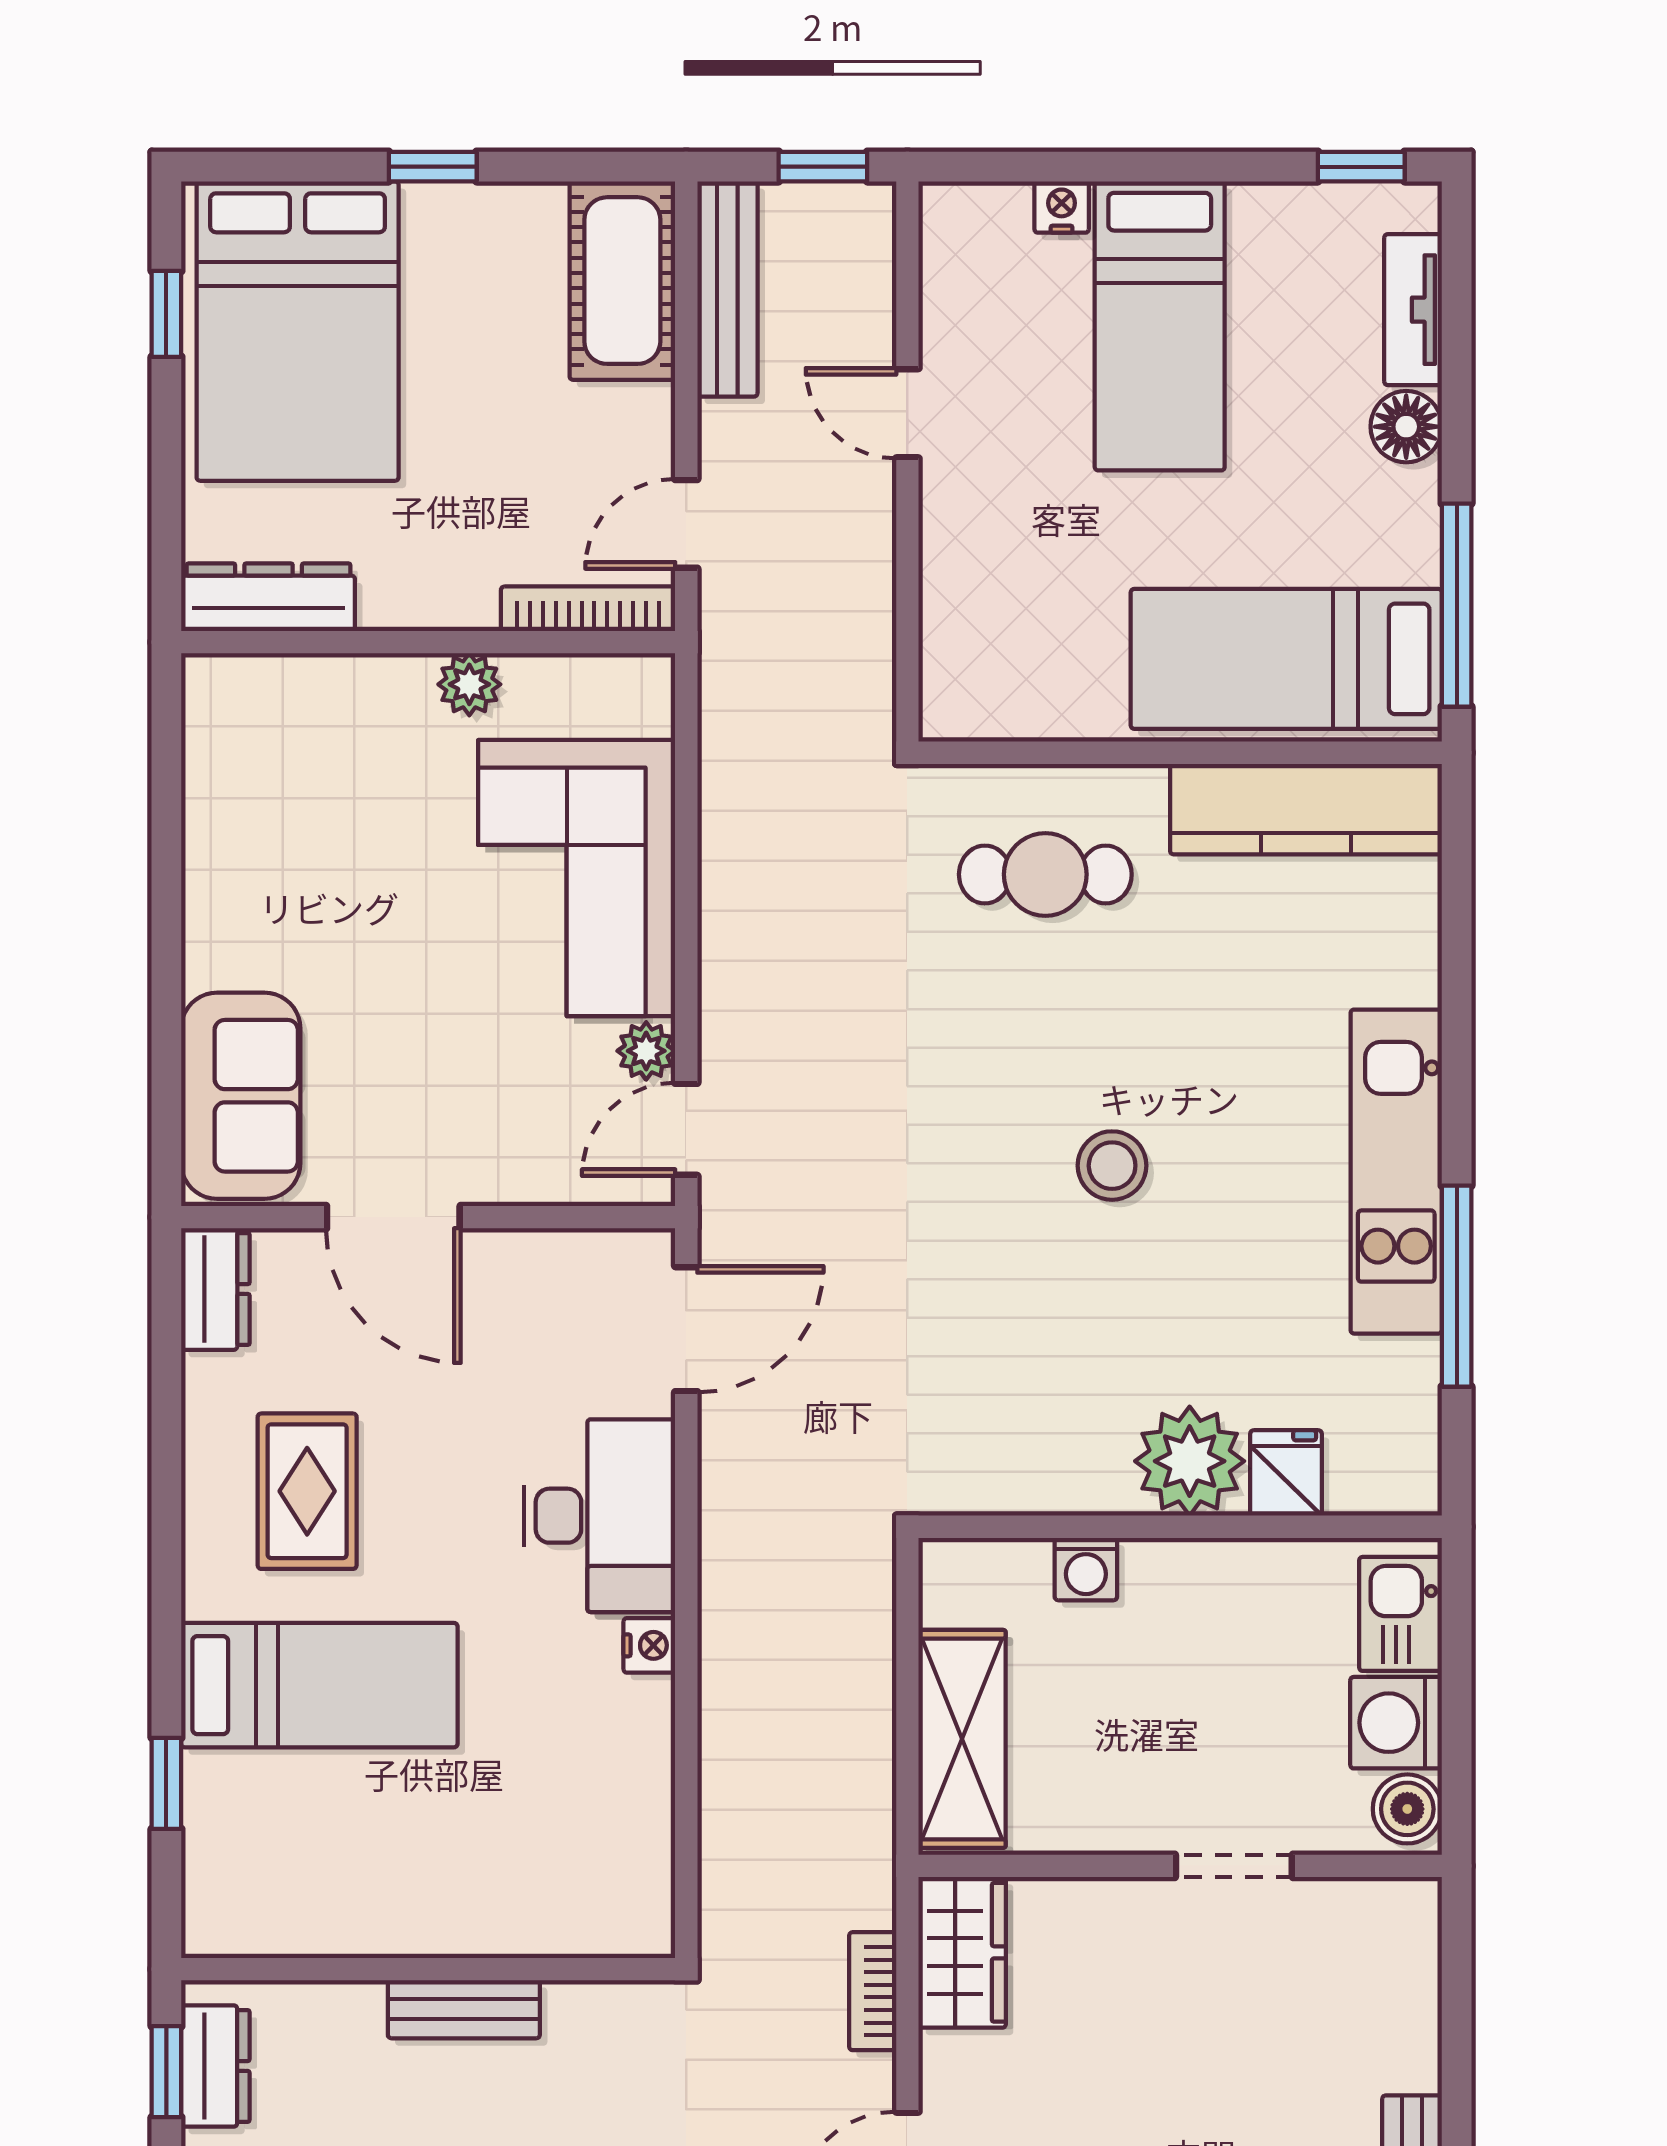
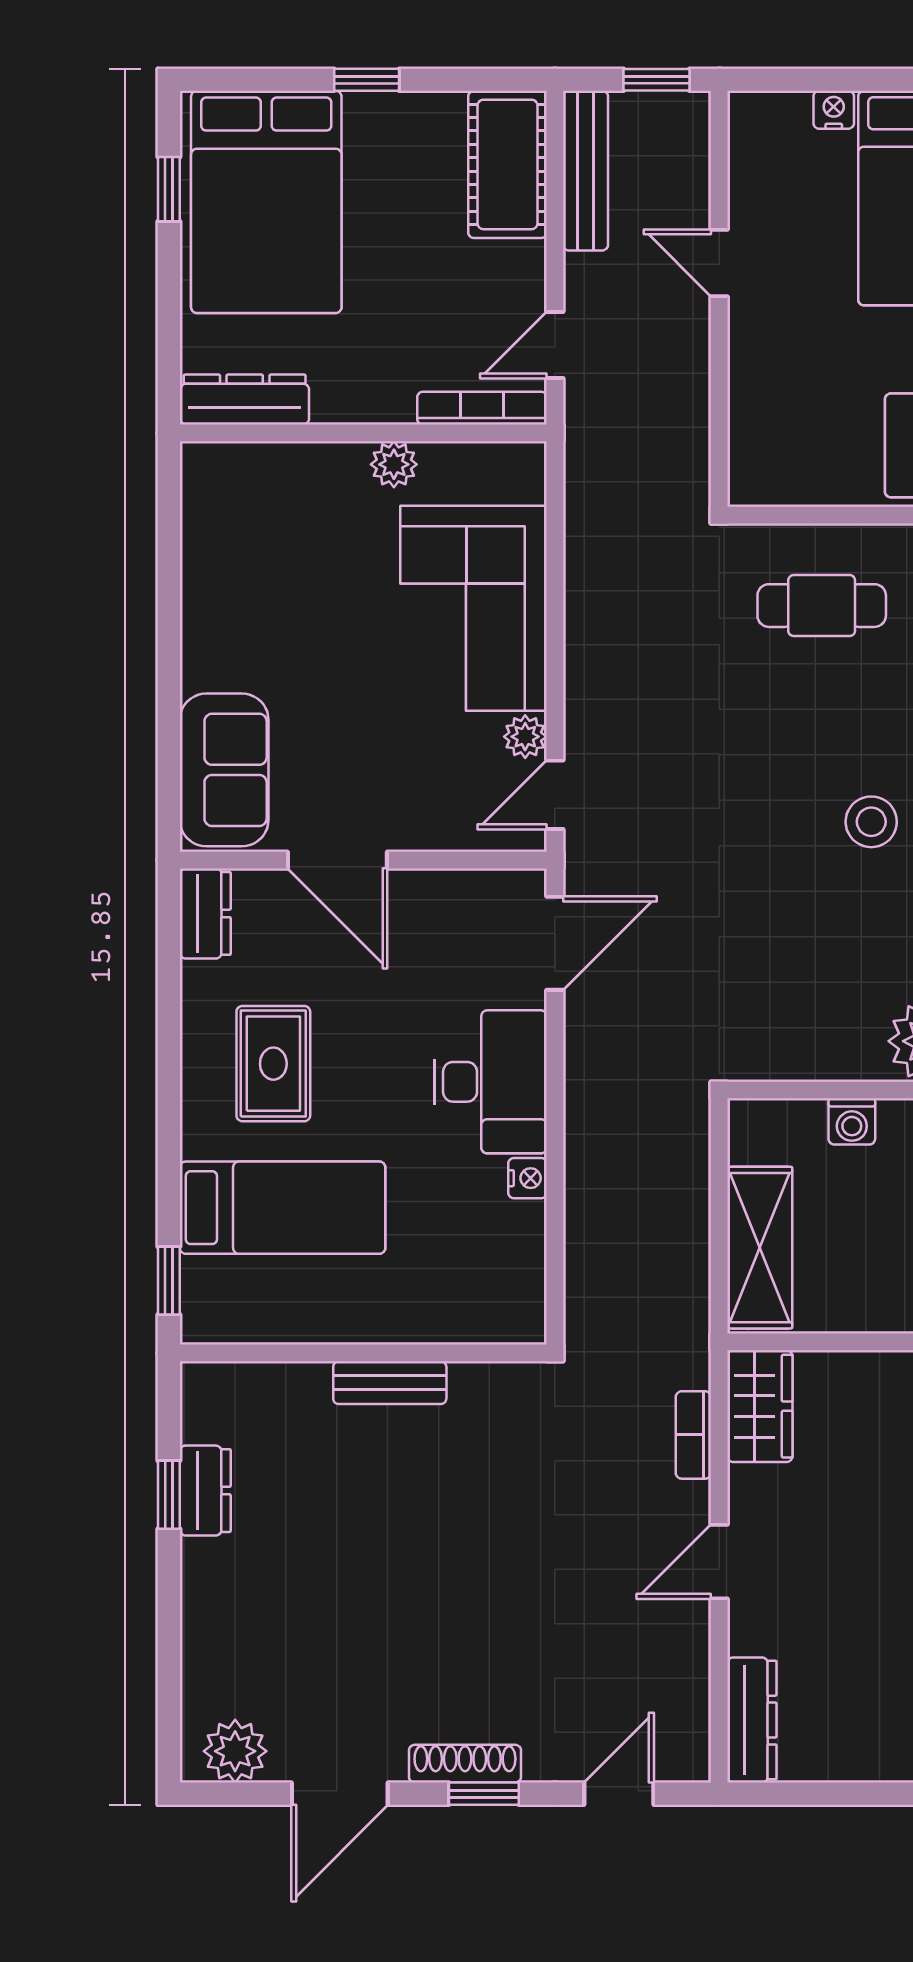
wall: (428, 1969) -> (363, 1353), moved
bench: (464, 2009) -> (390, 1383), moved

